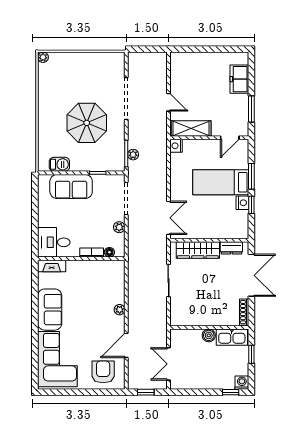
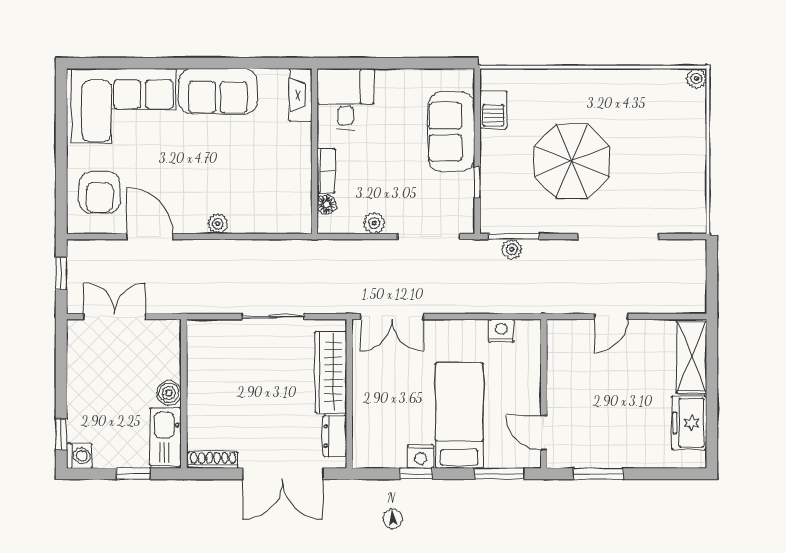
freezer: (239, 79) -> (689, 423), moved, turned -90
shelving: (191, 128) -> (692, 356), moved
nightstand: (176, 146) -> (501, 331), moved
window: (251, 176) -> (499, 474), moved
armchair: (103, 372) -> (100, 192), turned 90

